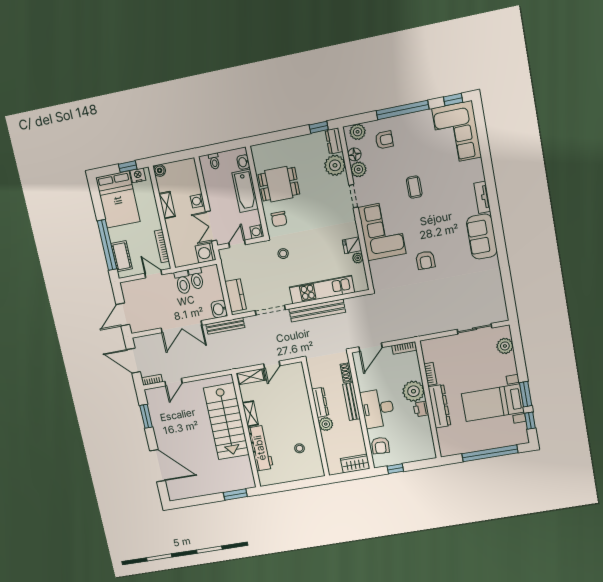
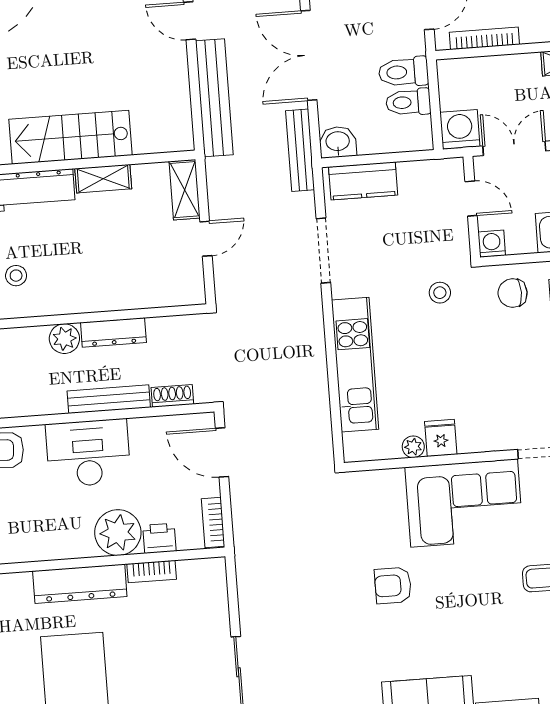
bench: (317, 311) -> (214, 98), moved
door: (272, 365) -> (206, 239), swing flipped
printer: (421, 409) -> (159, 538), moved
stairs: (226, 421) -> (70, 137), width x0.73, depth x0.66

